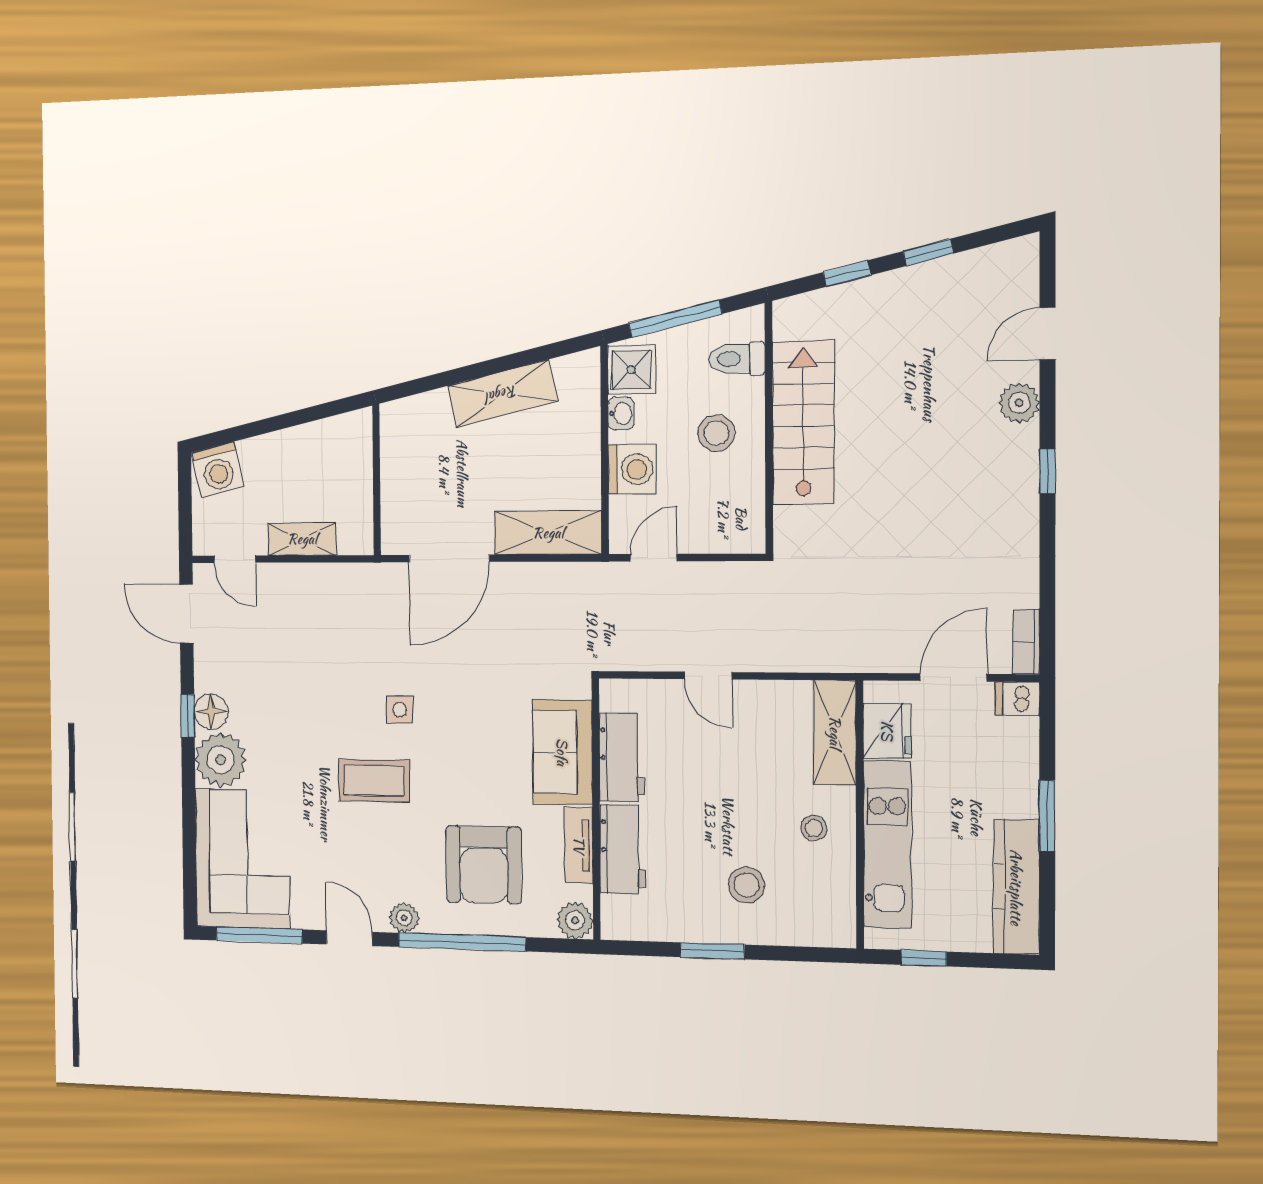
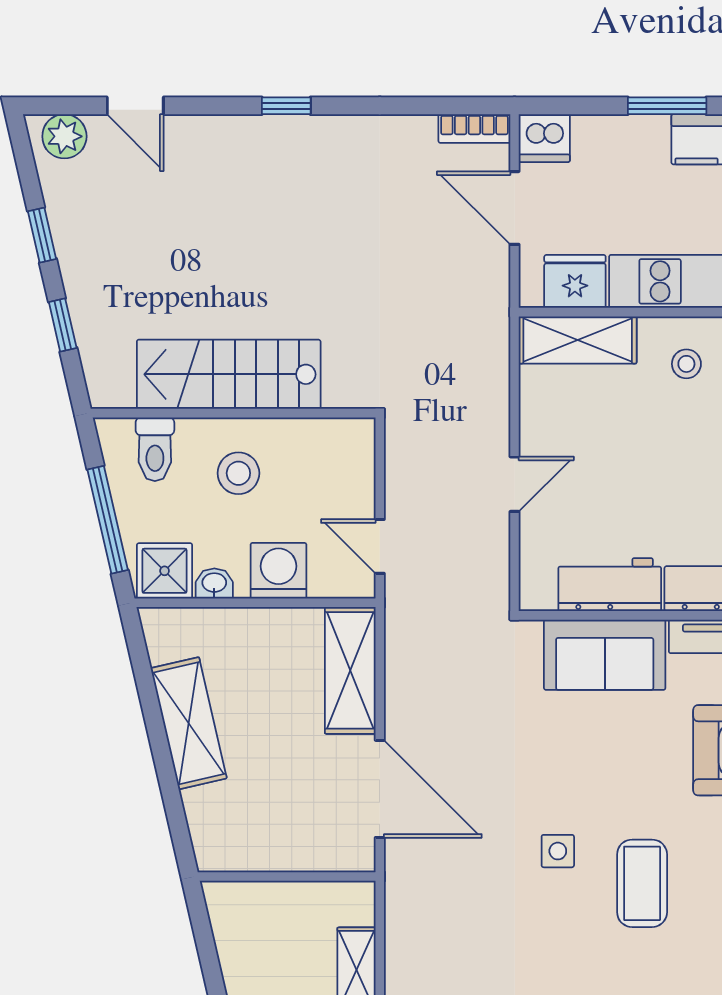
plant: (1019, 403) -> (64, 136), moved
dishwasher: (1017, 699) -> (544, 138), width x1.38

